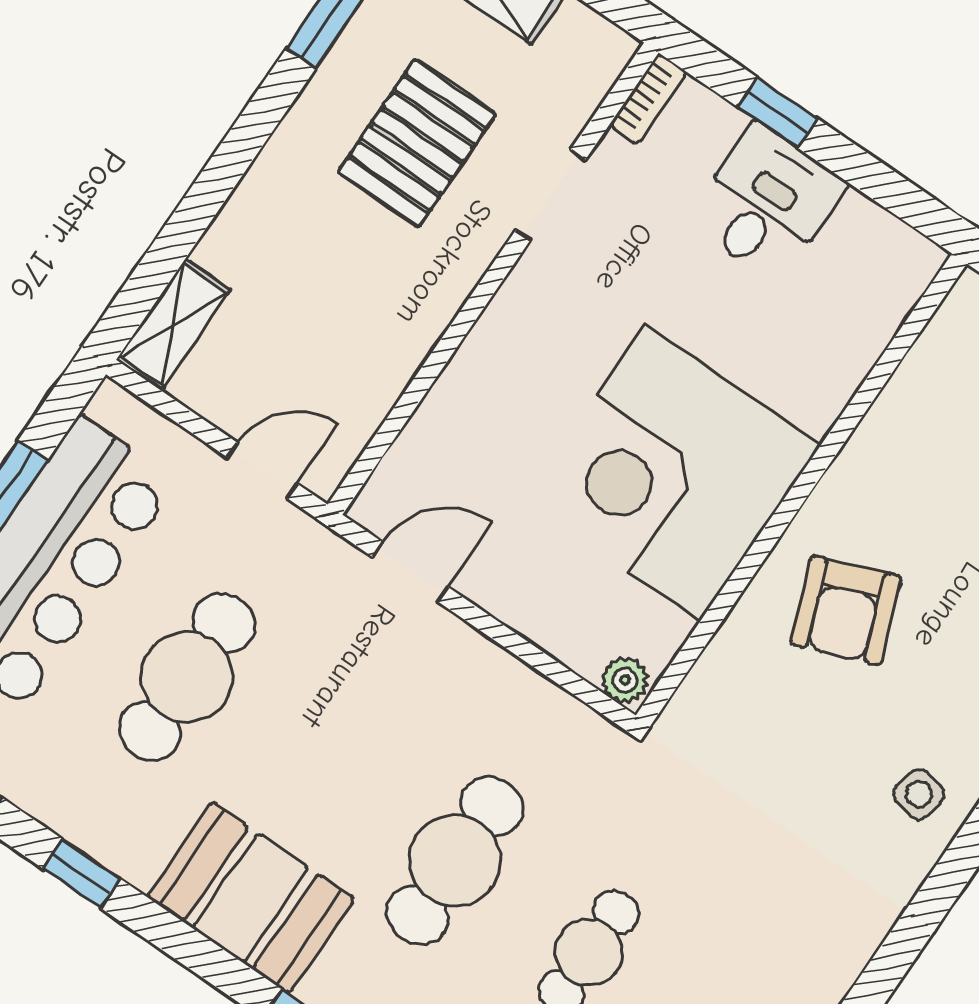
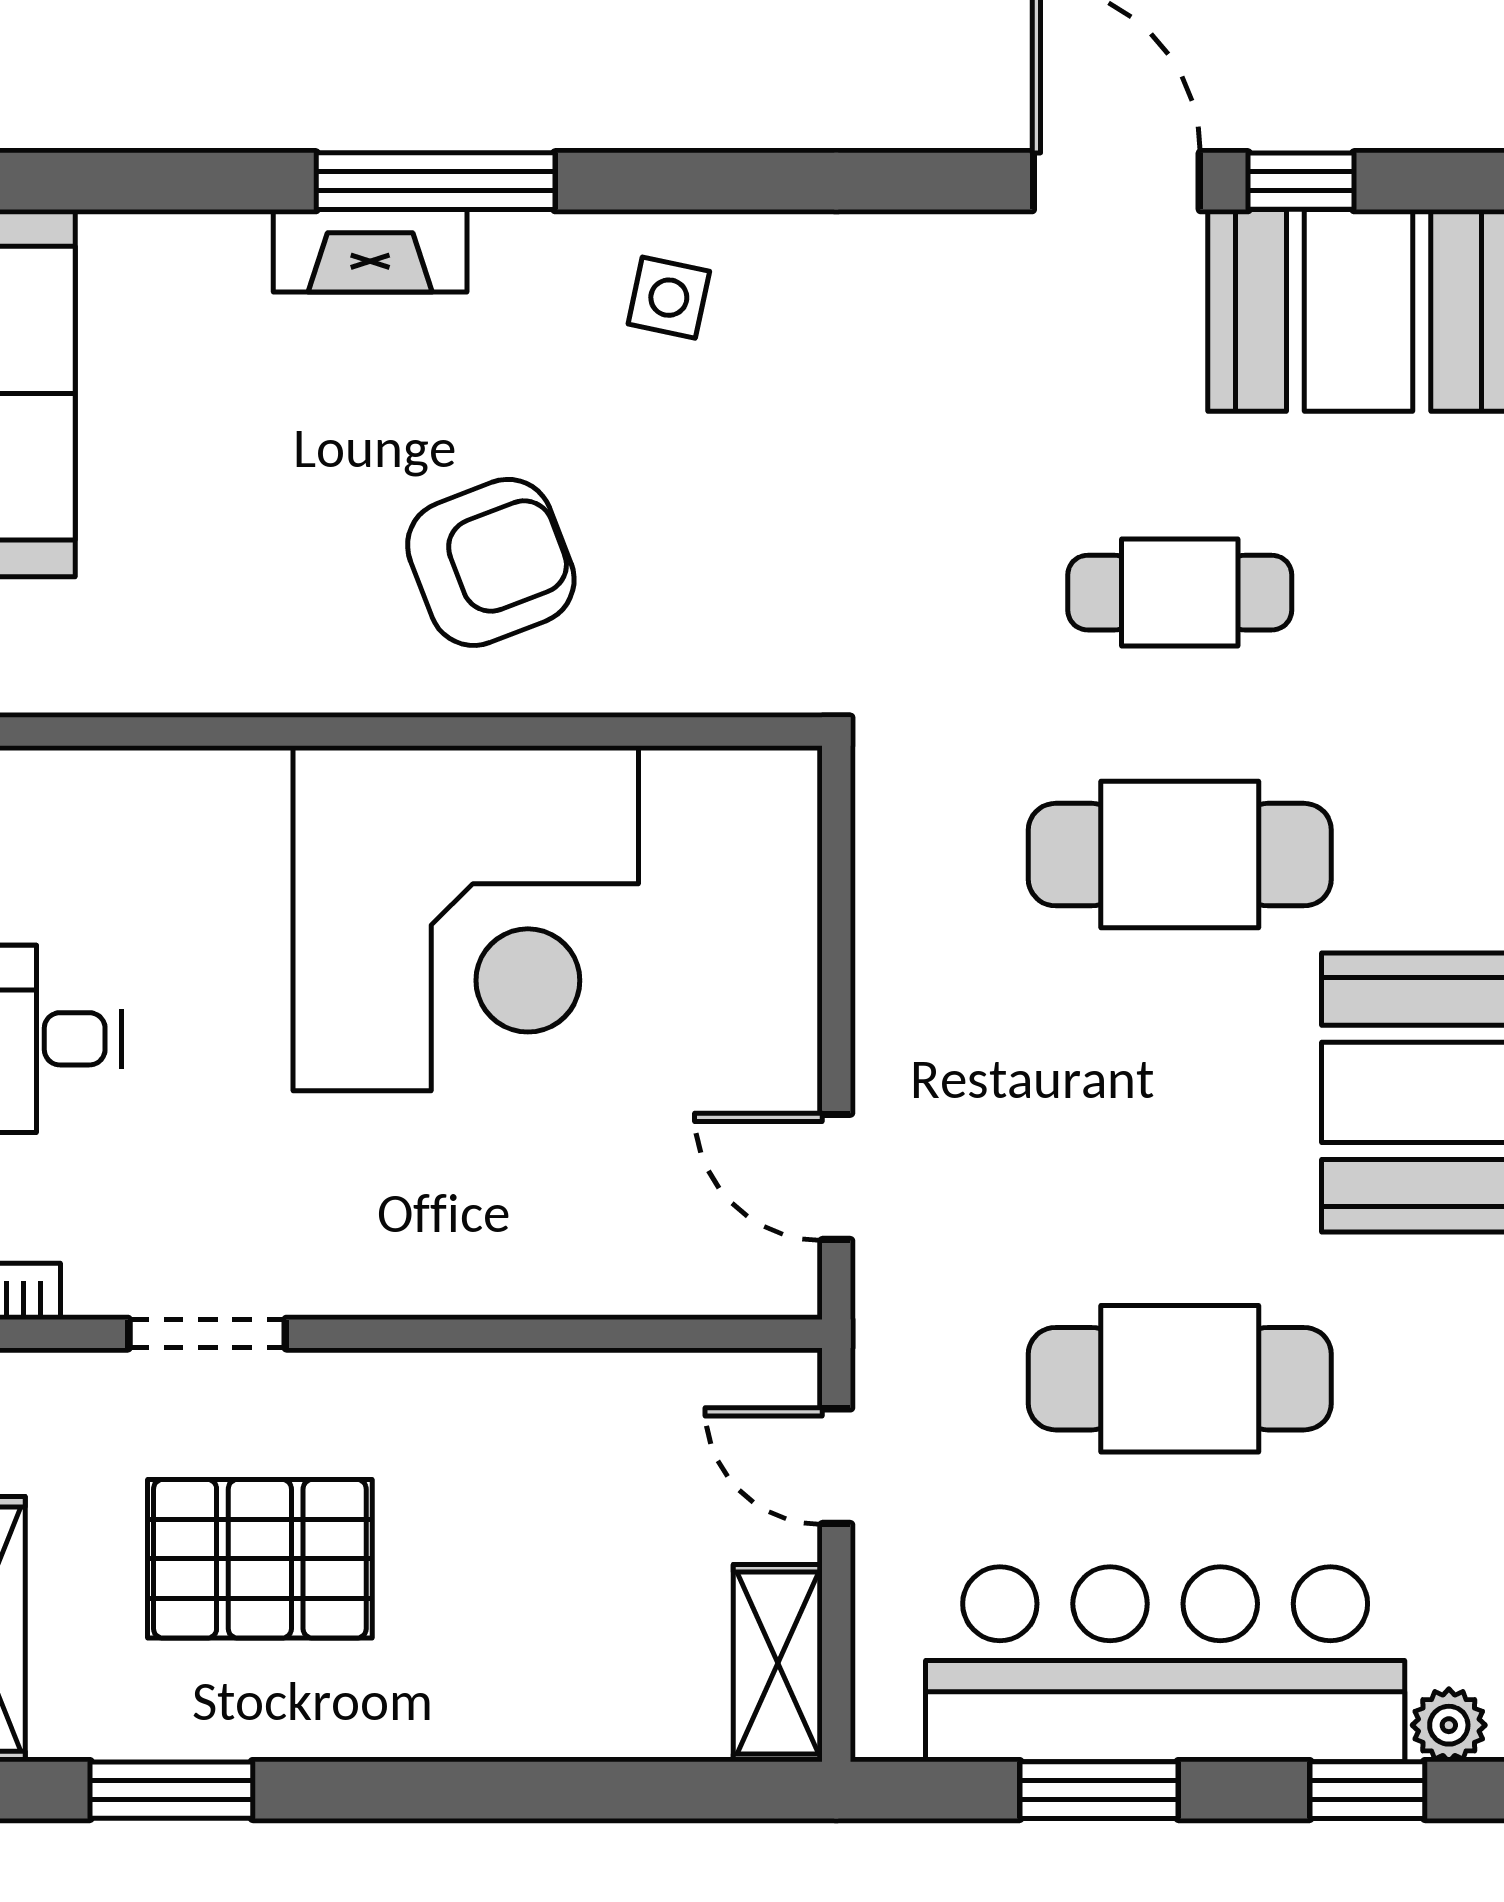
shelving: (173, 325) -> (778, 1663), moved, turned 90
plant: (625, 680) -> (785, 793), removed

